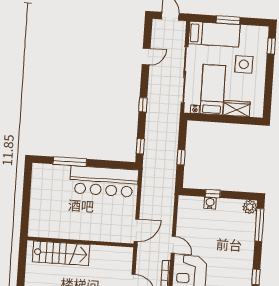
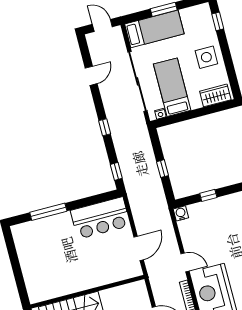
side table: (244, 64) -> (206, 57), moved
wardrobe: (237, 109) -> (215, 95), moved
bar counter: (104, 181) -> (100, 218), width x0.73
water cooler: (210, 203) -> (181, 213), moved
door: (137, 230) -> (139, 248), moved

